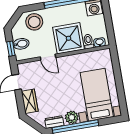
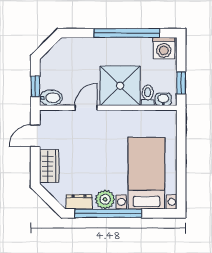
stool: (34, 22) -> (75, 54), removed
window: (110, 29) -> (181, 83), added
bidet: (21, 44) -> (51, 98), moved
door: (48, 57) -> (86, 108), swing flipped

